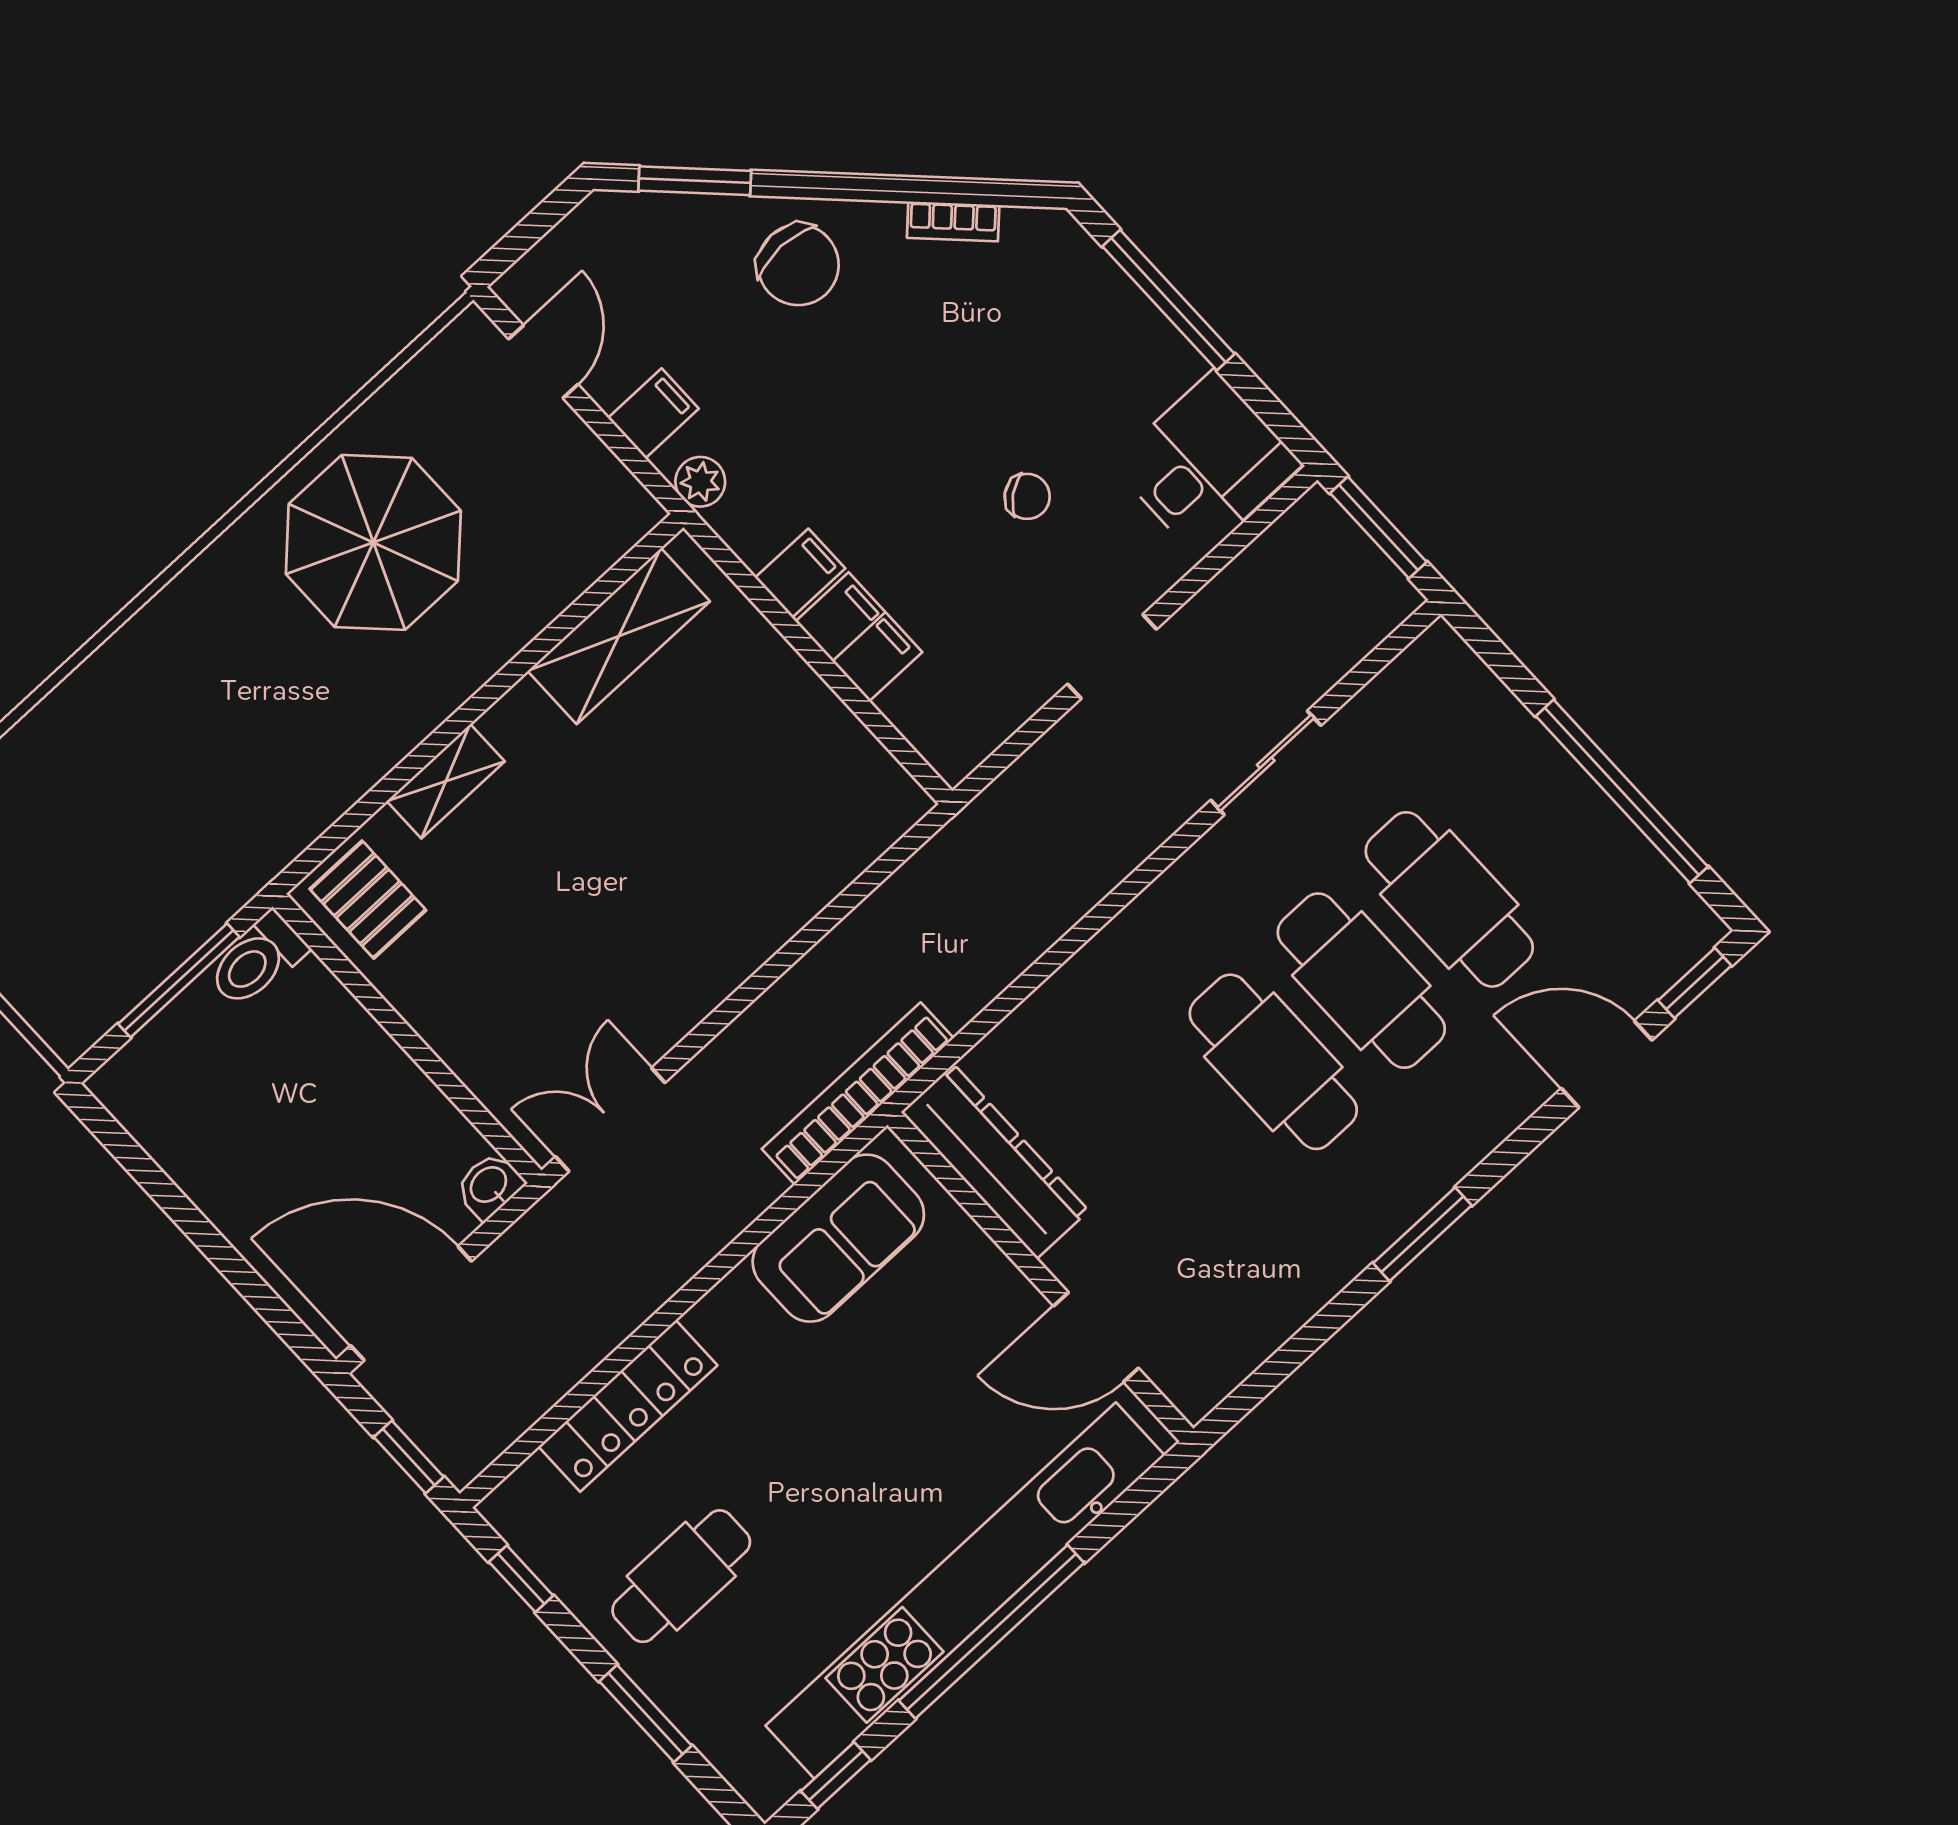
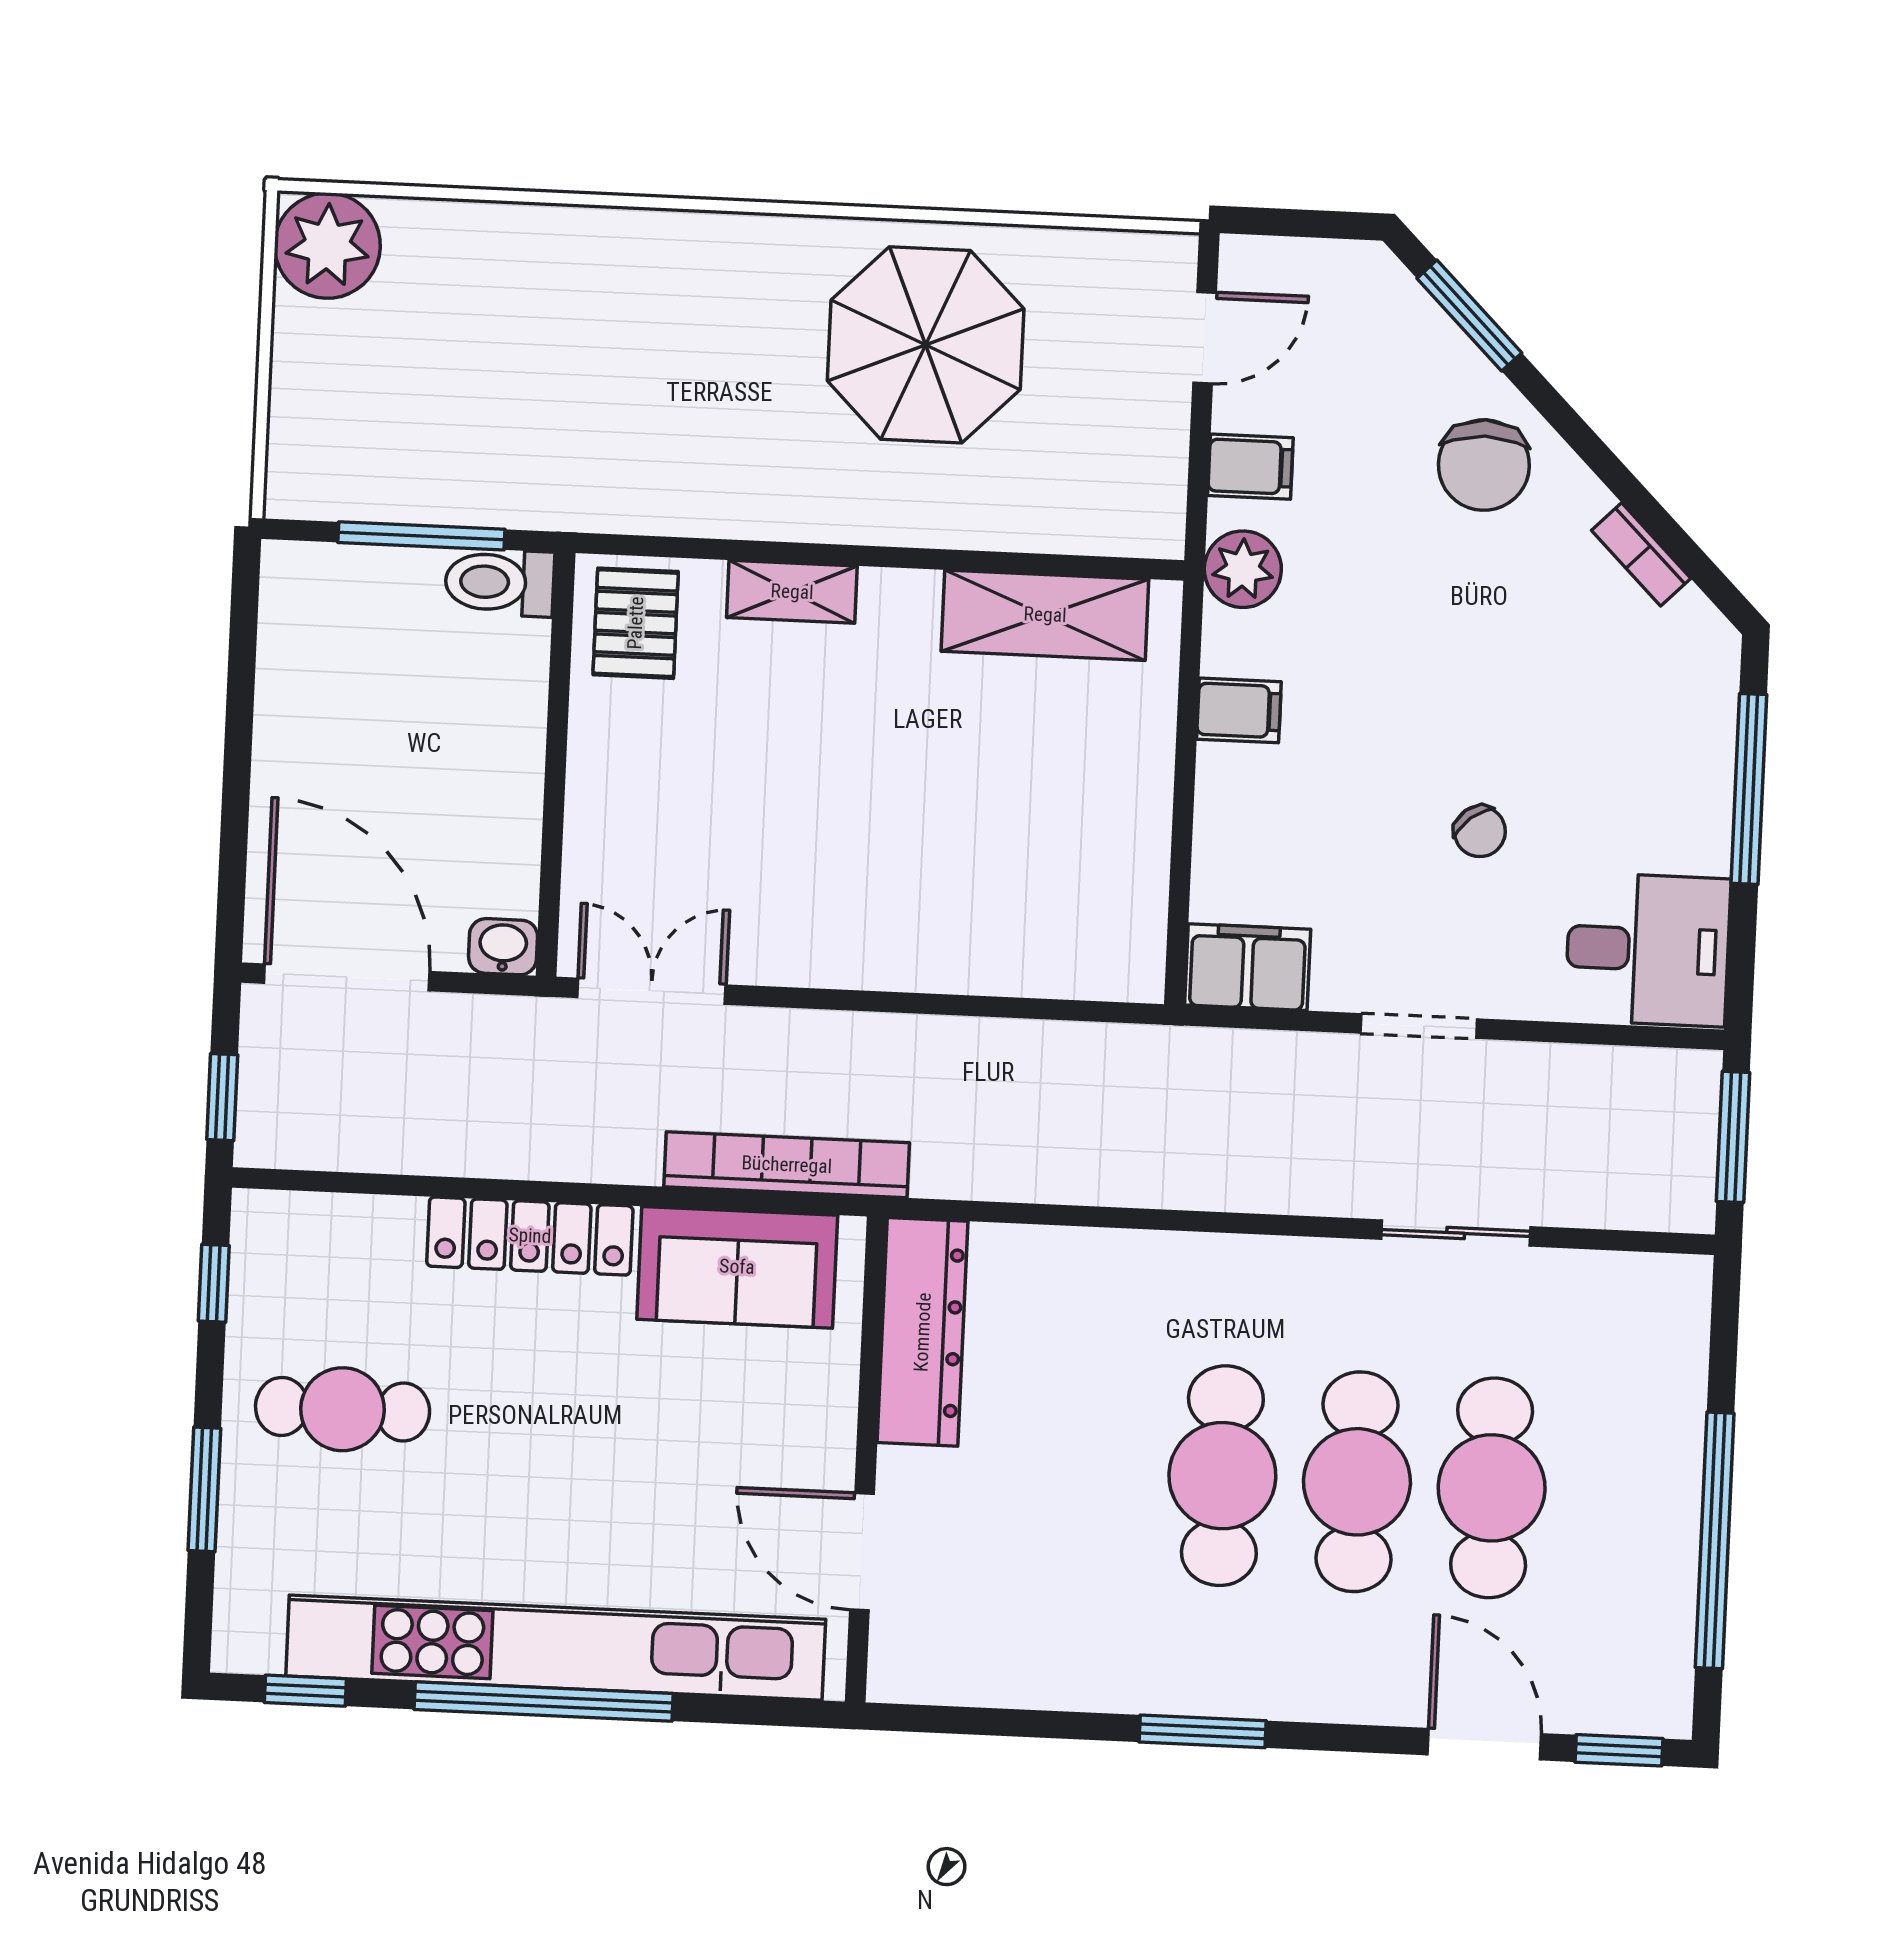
plant: (700, 482) -> (1243, 569), width x1.38, depth x1.38
filing cabinet: (859, 637) -> (1248, 967), moved, turned -90
bookcase: (858, 1094) -> (787, 1165), moved
locker: (628, 1406) -> (530, 1236), moved

